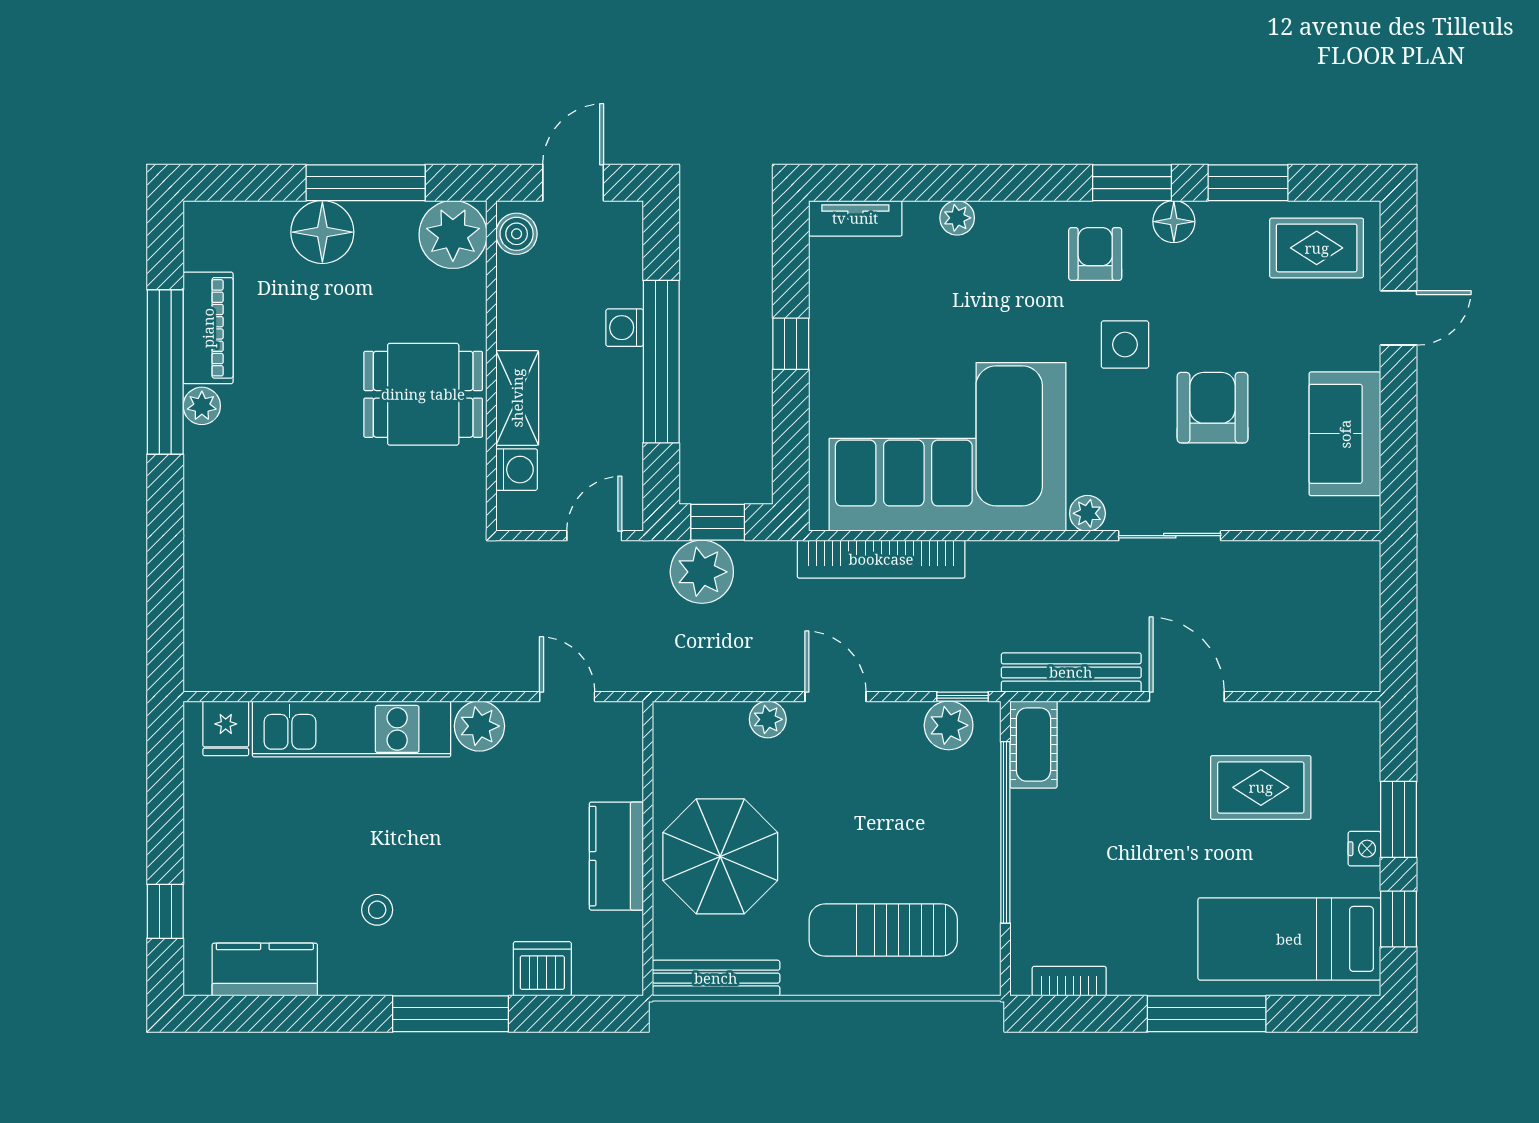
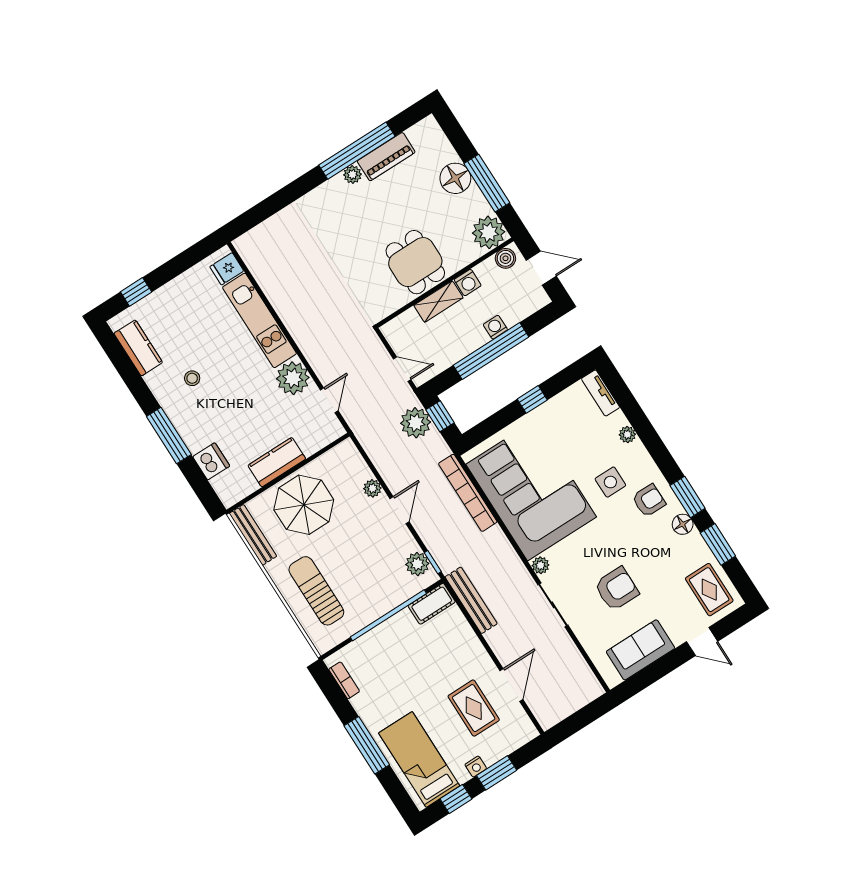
side table: (1125, 345) -> (610, 482), moved
washing machine: (517, 470) -> (468, 283), moved
door: (1187, 697) -> (511, 685), moved
plant: (479, 726) -> (293, 378), width x1.36, depth x1.36

